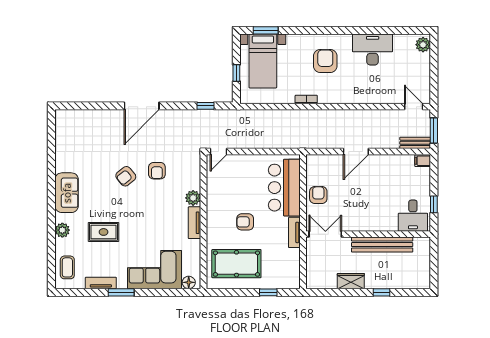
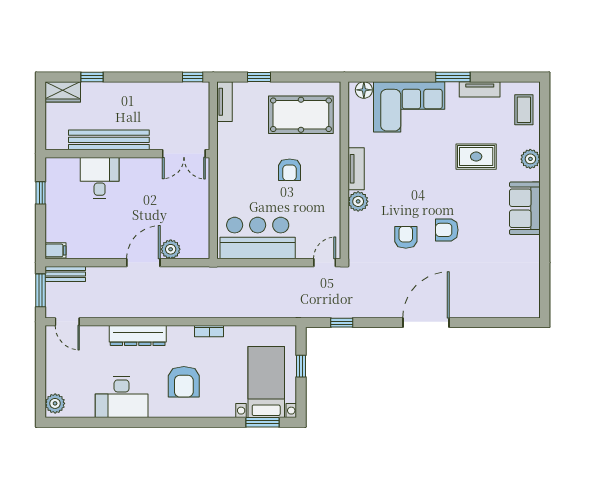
dresser: (360, 96) -> (138, 336), added
plant: (335, 162) -> (171, 249), added
armchair: (126, 176) -> (447, 230), turned -141
bar counter: (284, 188) -> (258, 238), moved, turned -90
armchair: (318, 195) -> (193, 205), removed
desk: (413, 216) -> (100, 178), moved
armchair: (245, 222) -> (290, 170), turned 90
tv unit: (294, 232) -> (225, 102), moved
wardrobe: (351, 281) -> (63, 92), moved
window: (319, 292) -> (193, 77), added
window: (382, 292) -> (92, 77), moved

